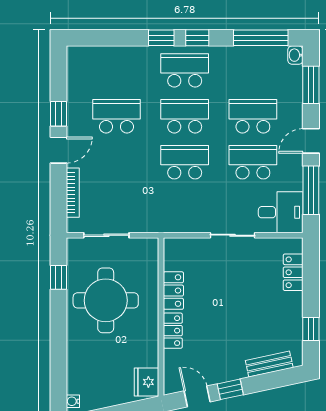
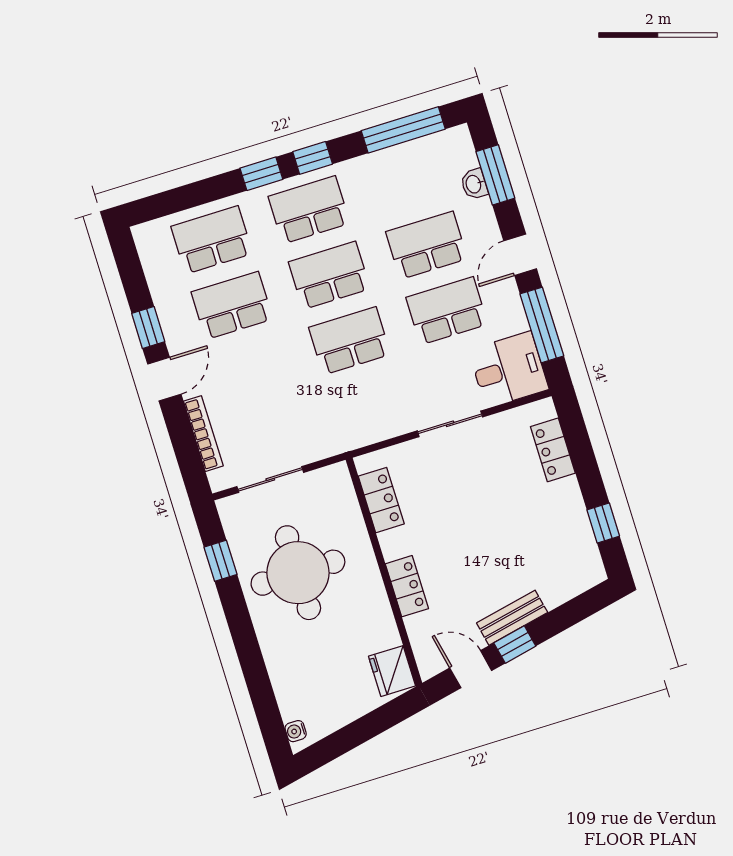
washbasin: (295, 55) -> (474, 184), moved
school desk: (116, 70) -> (212, 240), added
locker: (173, 291) -> (381, 500), moved
bench: (269, 364) -> (512, 618), moved

